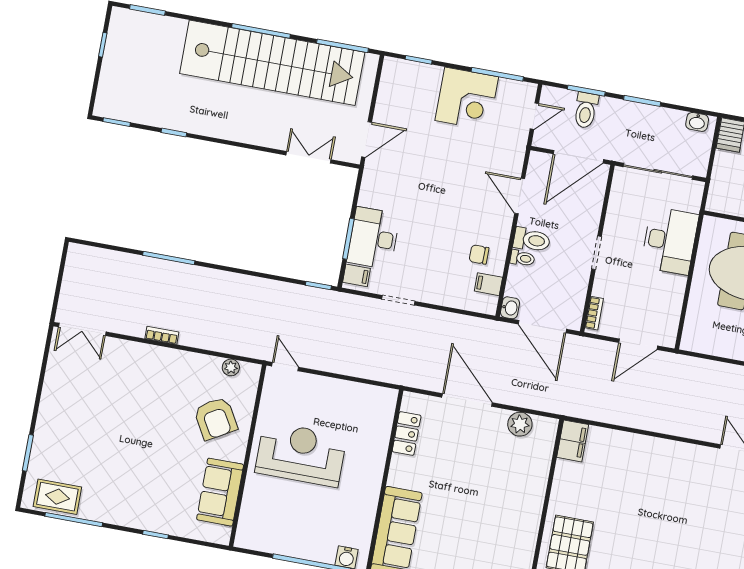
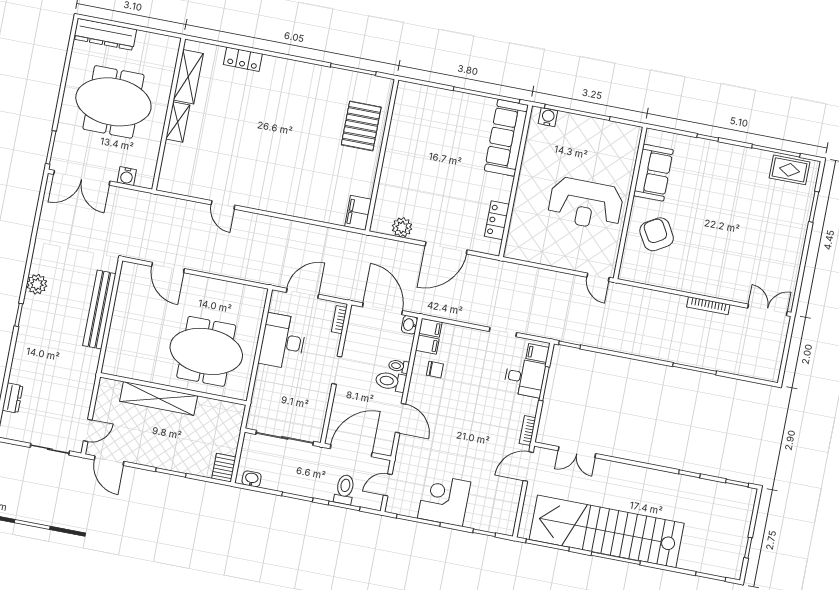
bookcase: (368, 182) -> (527, 431), added
desk: (373, 238) -> (524, 378), width x0.73
desk: (670, 241) -> (283, 341), moved
filing cabinet: (485, 304) -> (430, 328), added
bookcase: (162, 335) -> (708, 306), width x1.56
plant: (231, 367) -> (643, 277), removed
door: (467, 400) -> (446, 248), hinge flipped

